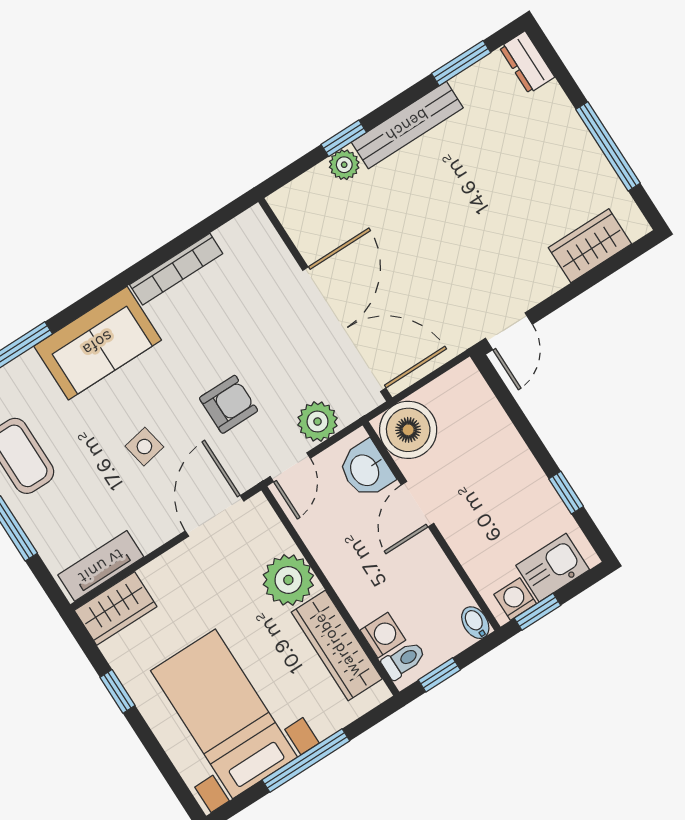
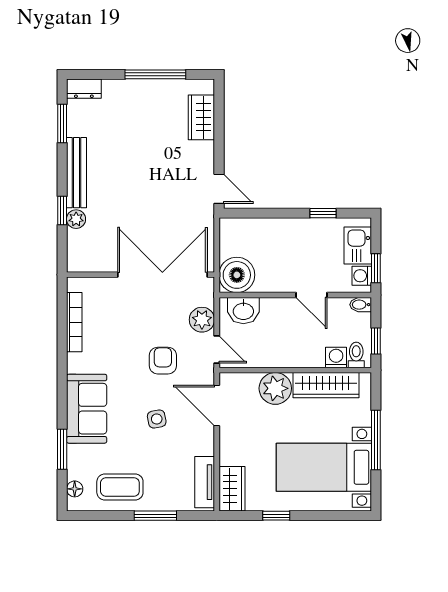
bookcase: (176, 269) -> (74, 322), moved
door: (417, 504) -> (312, 295), moved

